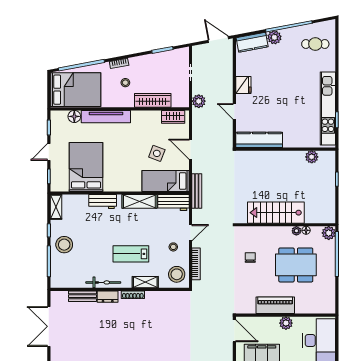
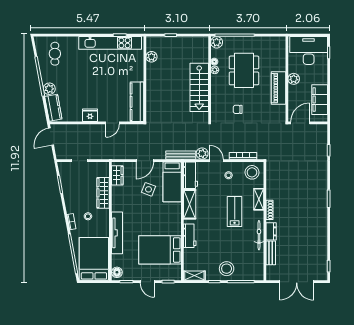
plant: (199, 101) -> (202, 154), moved
floor lamp: (74, 116) -> (117, 272), moved
lab bench: (131, 254) -> (235, 212), turned 180

